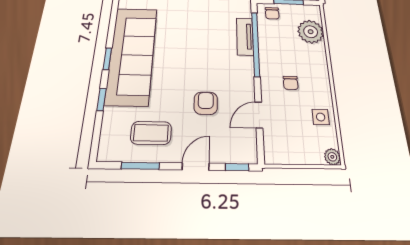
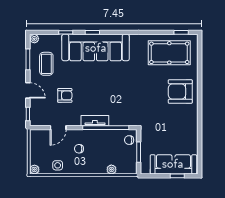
plant: (311, 32) -> (111, 169), width x0.53, depth x0.53
tv unit: (245, 36) -> (95, 121), moved
door: (259, 115) -> (58, 128), swing flipped
plant: (105, 154) -> (34, 39), added

